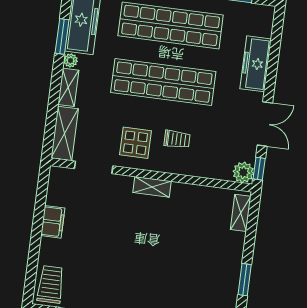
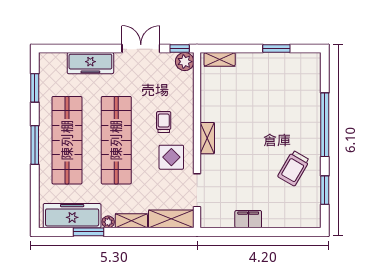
trolley: (51, 284) -> (294, 168), moved, turned -60

